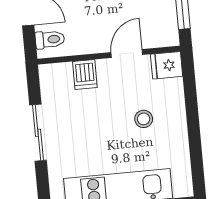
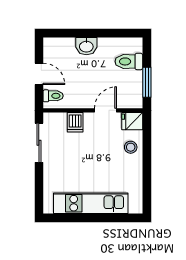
stool: (144, 119) -> (131, 147), moved
sliding door: (38, 133) -> (39, 143), moved

